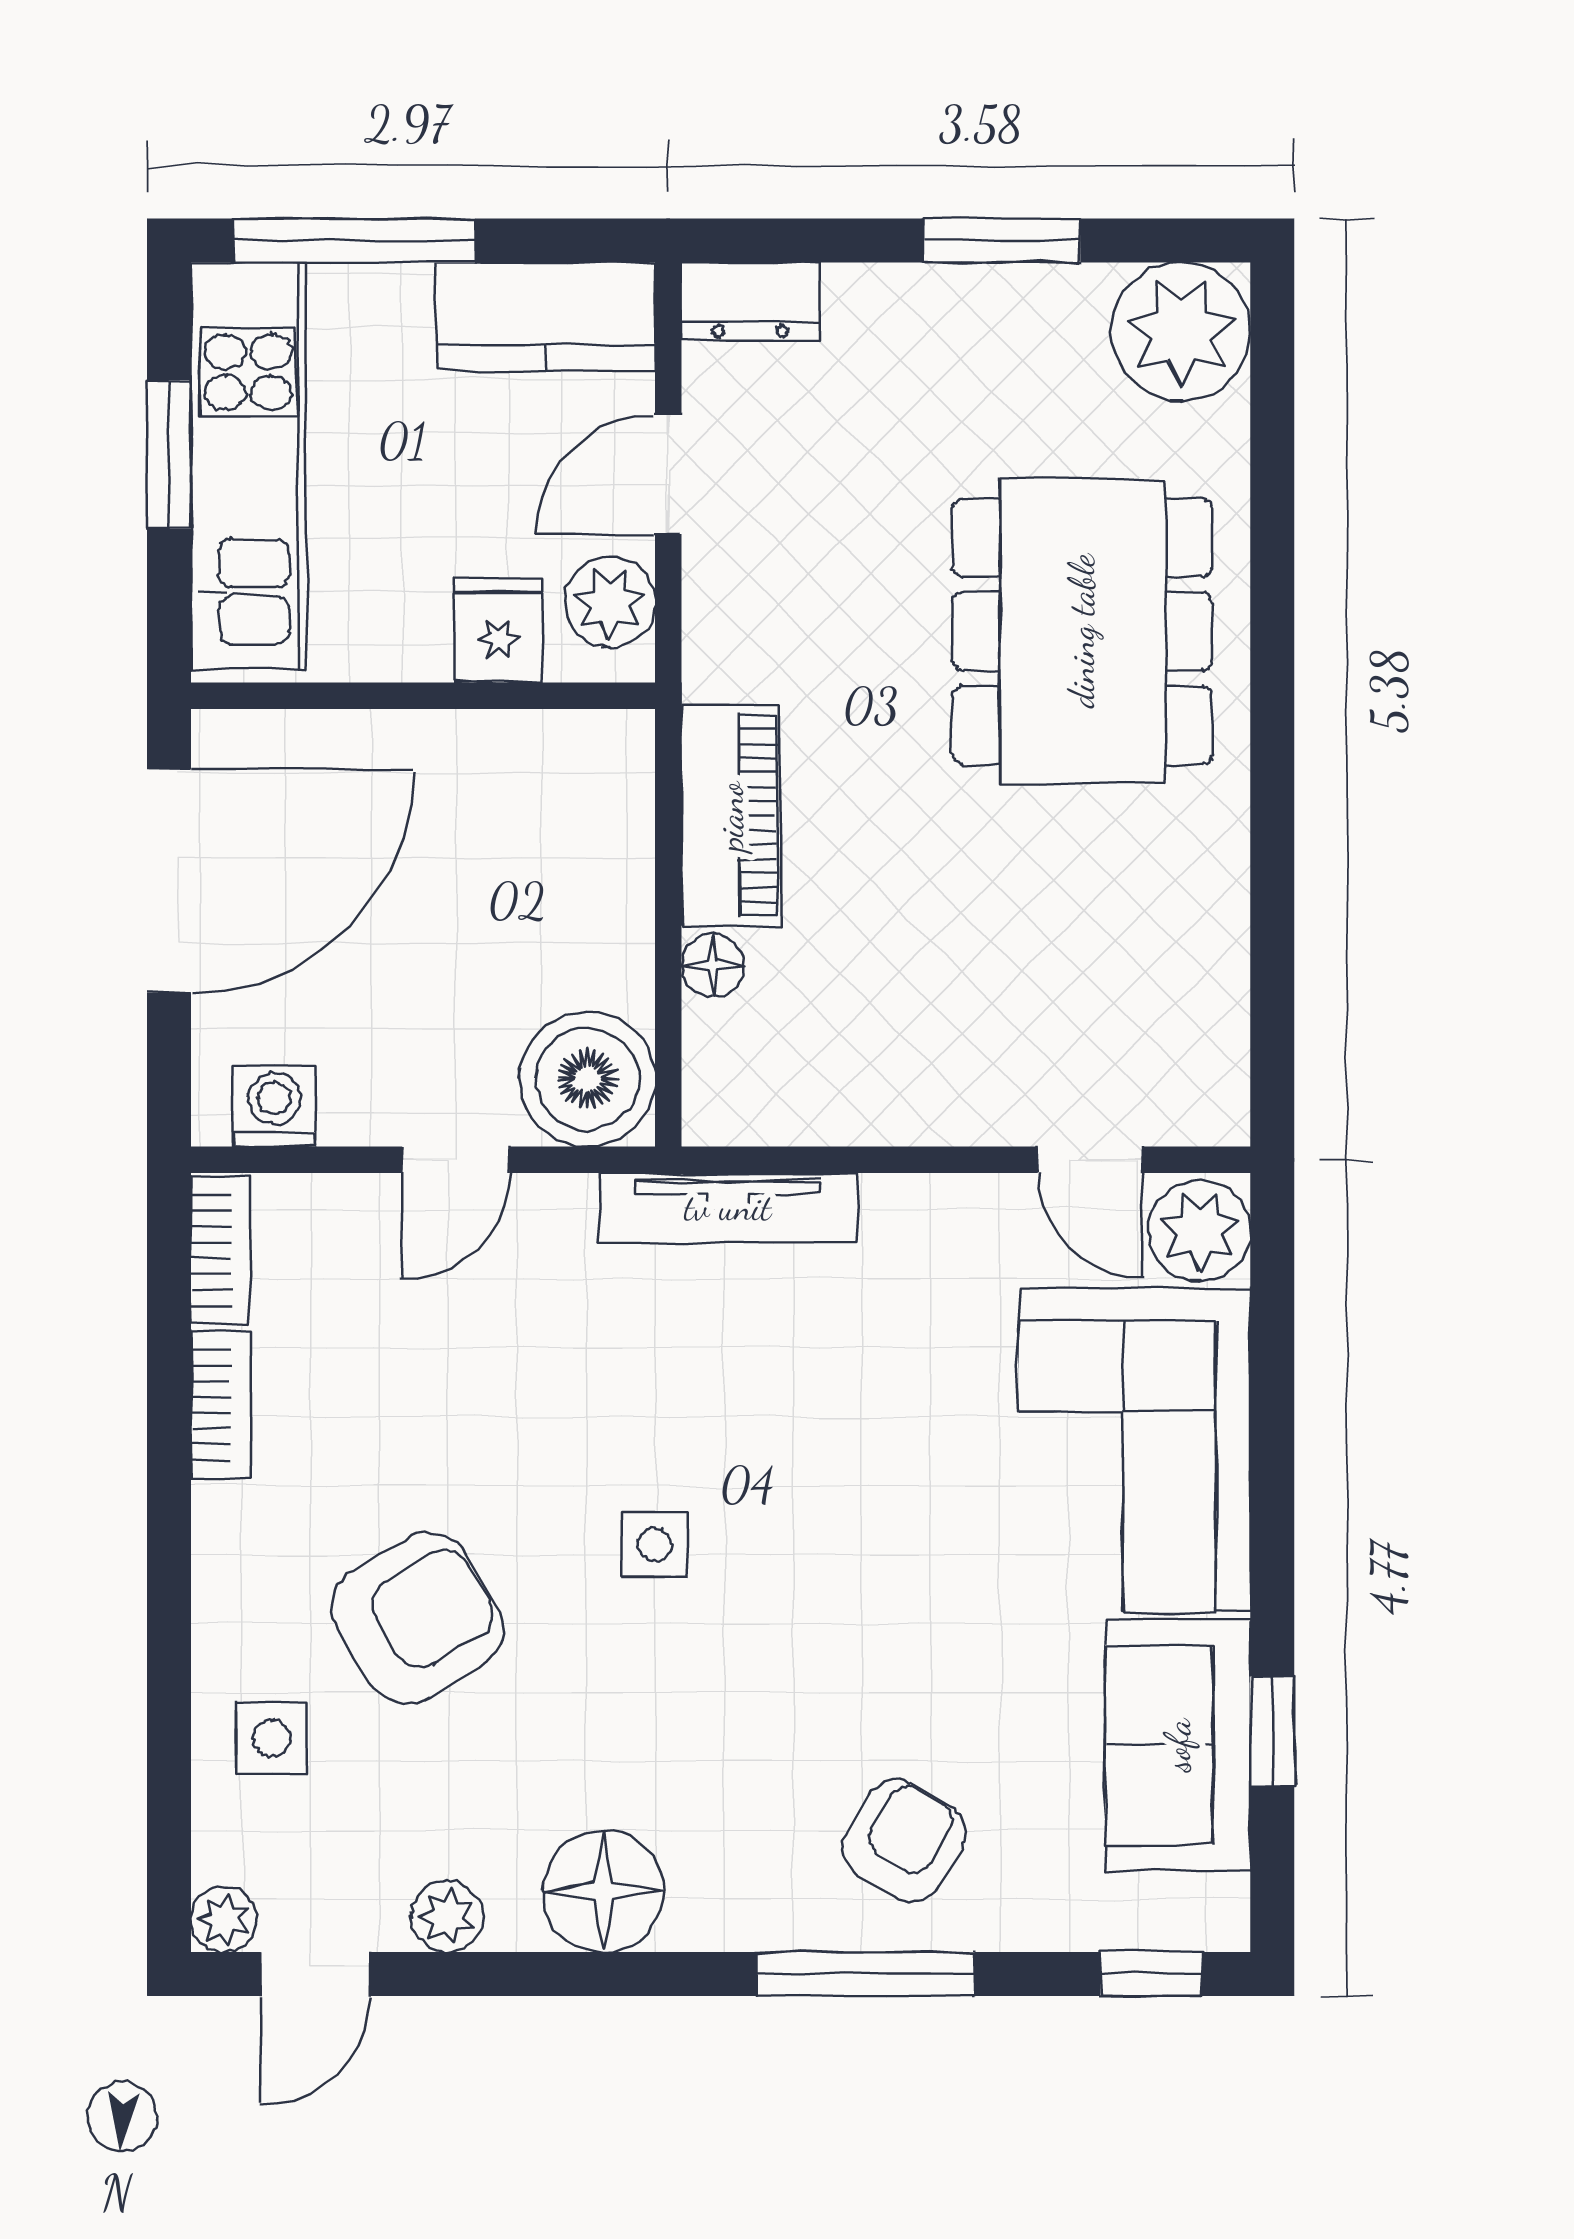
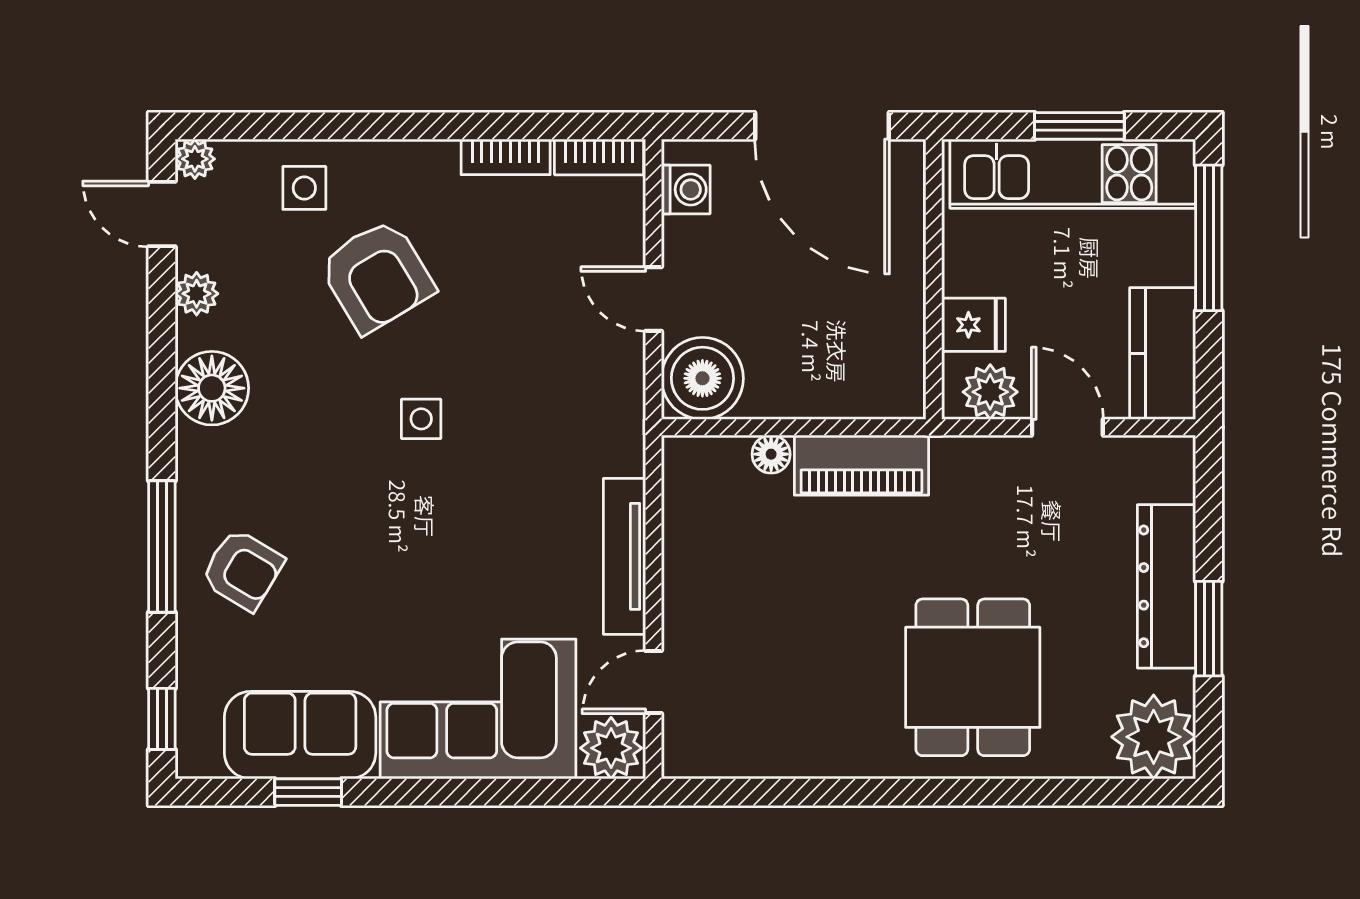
dresser: (750, 301) -> (1166, 586), moved, width x1.96, depth x1.24
dining table: (1082, 631) -> (973, 677), width x0.73
tv unit: (728, 1208) -> (624, 556), moved

